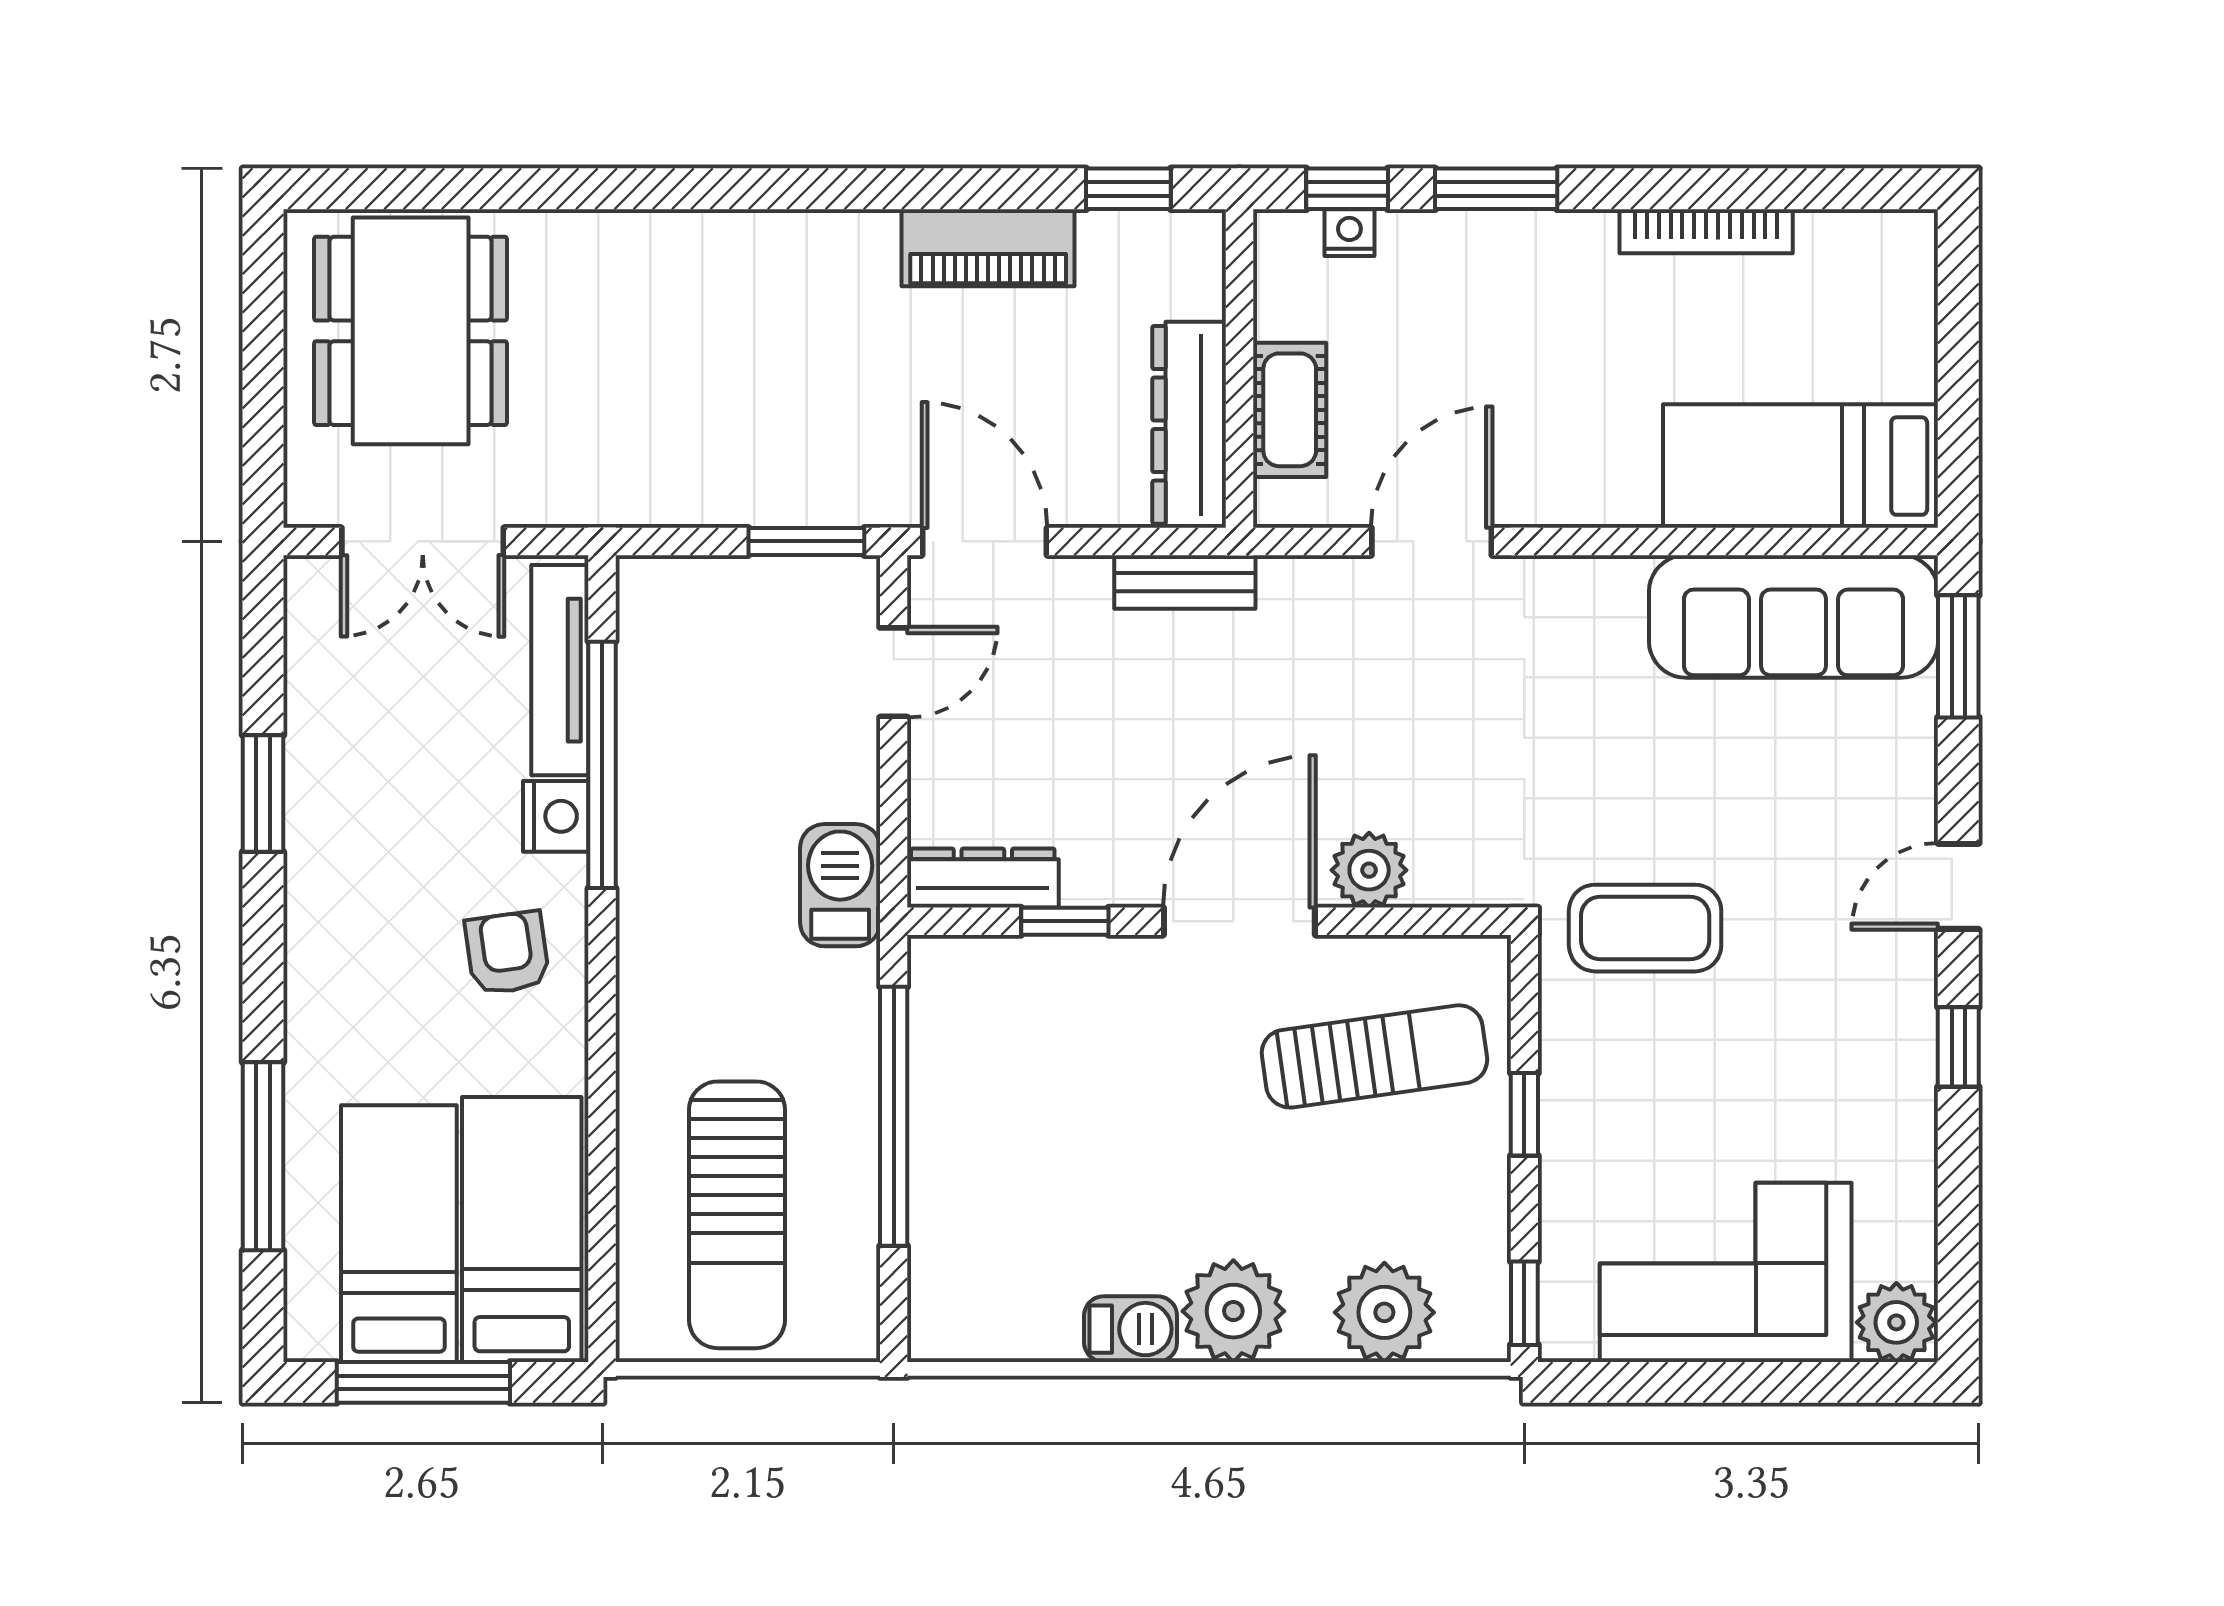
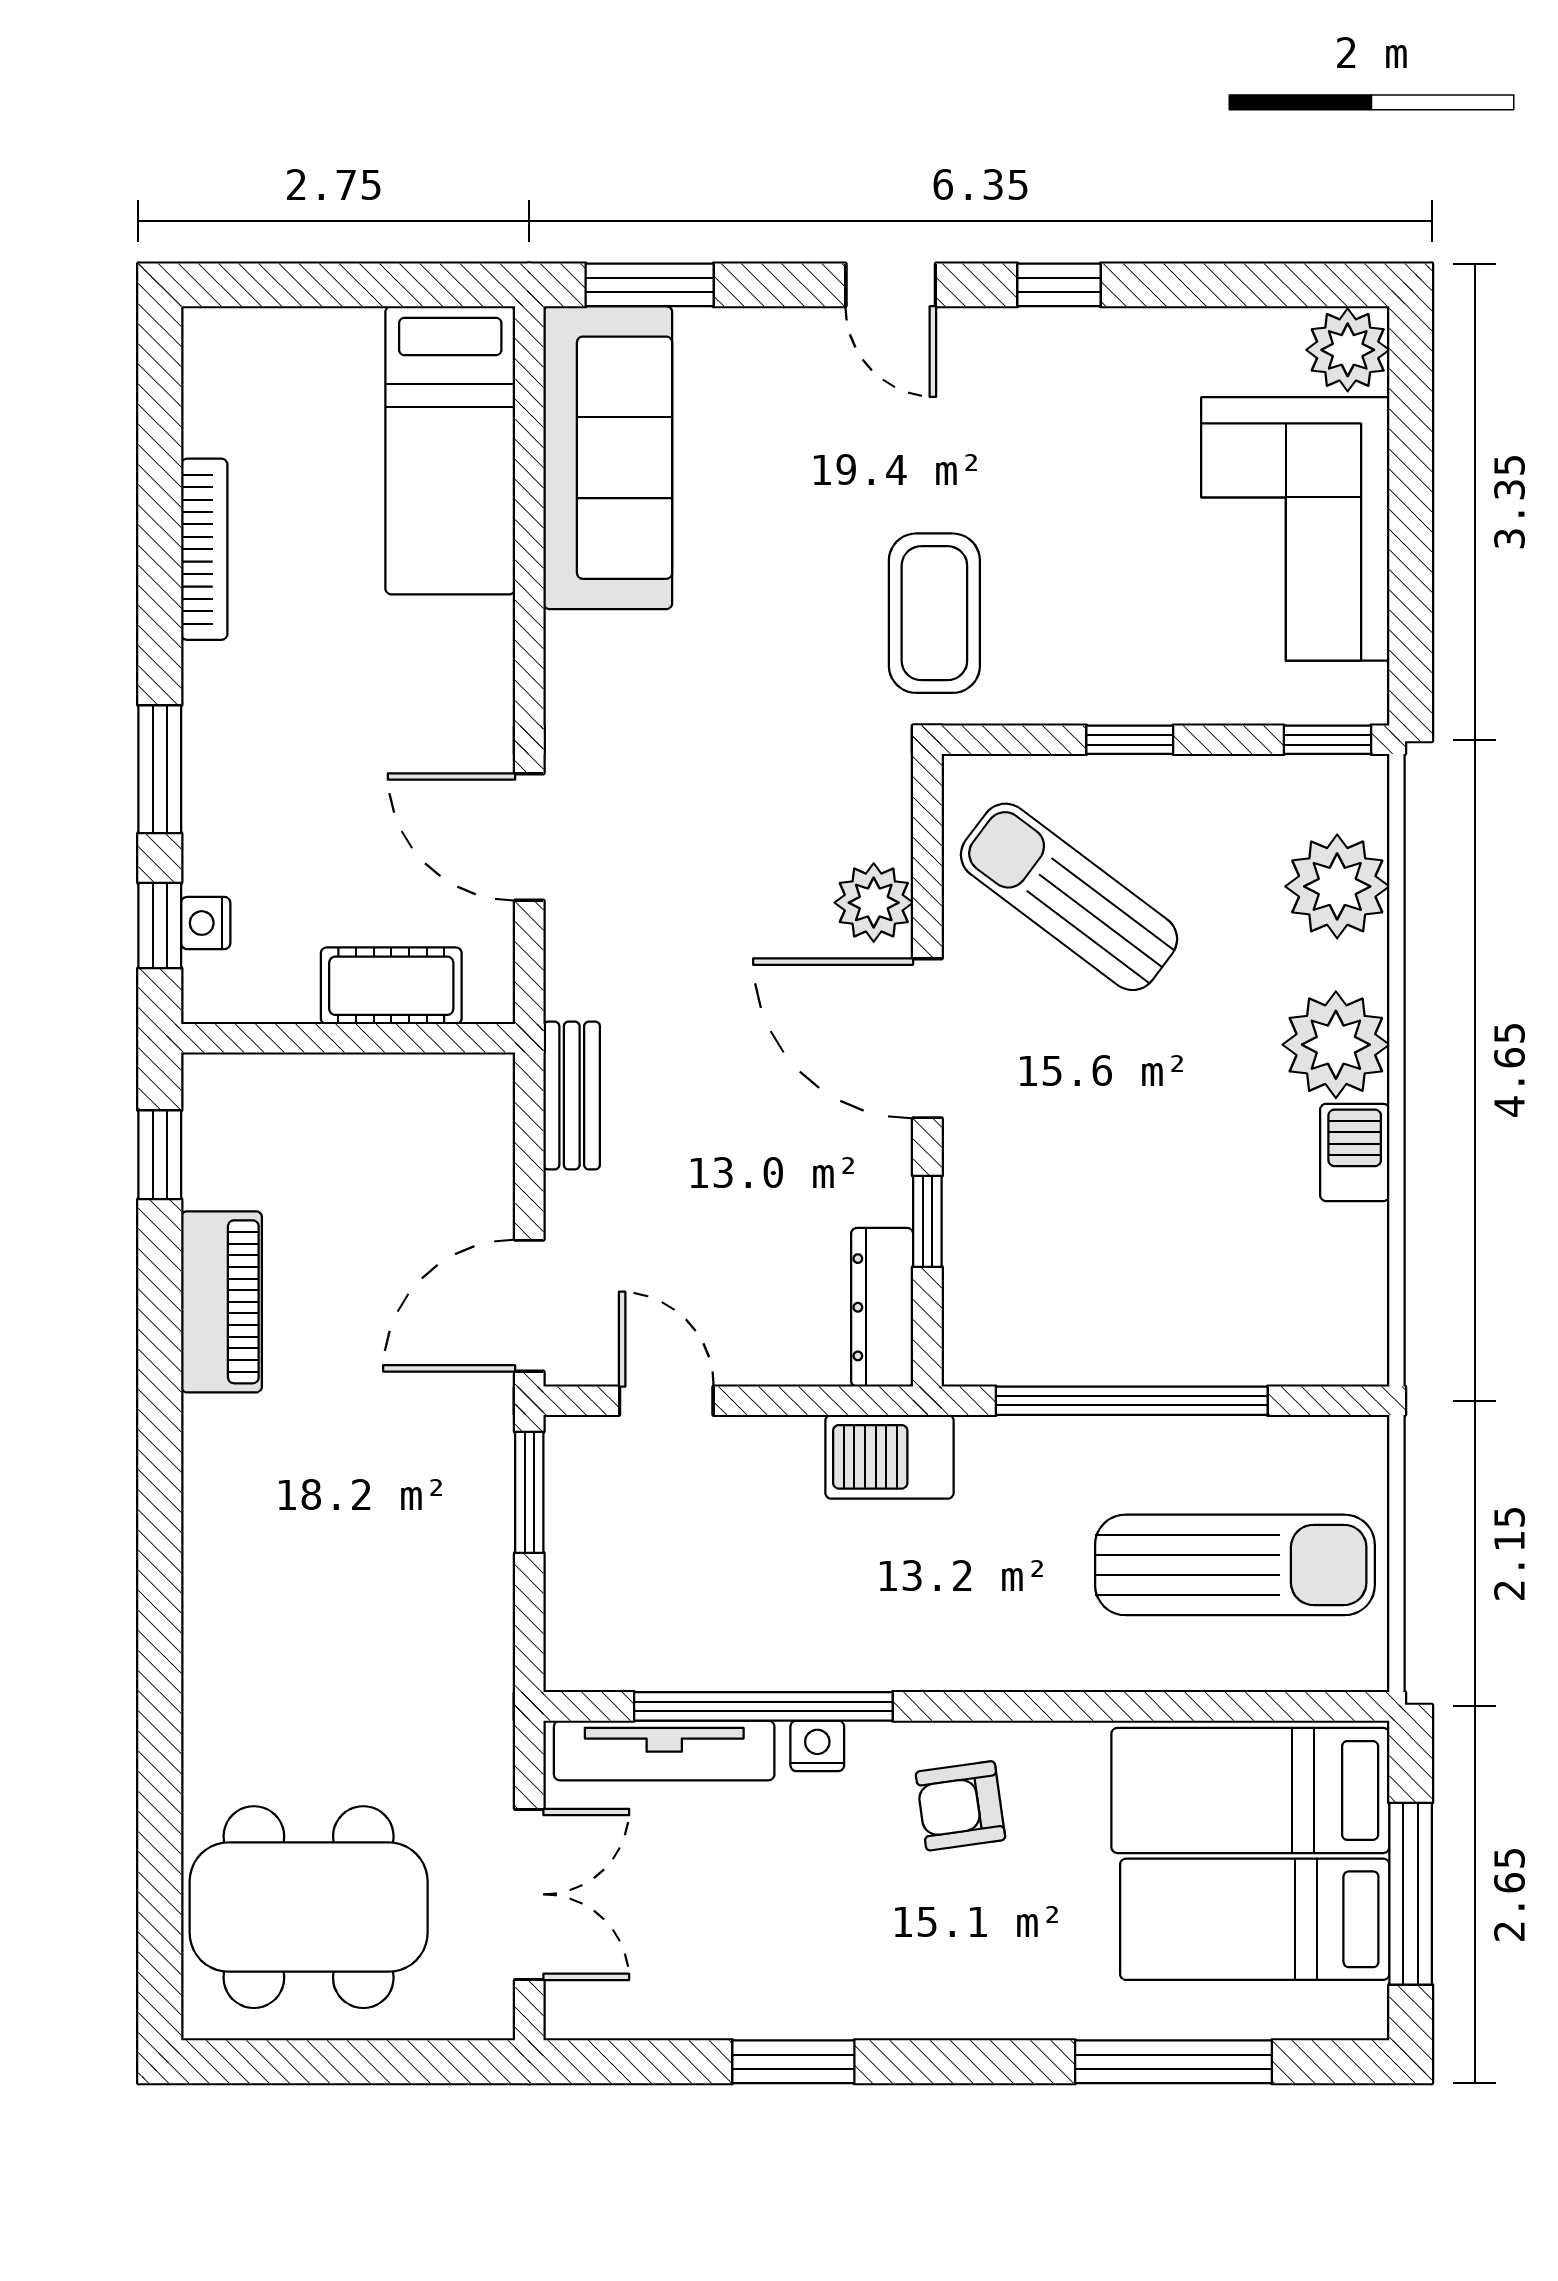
dresser: (1189, 425) -> (407, 1091), removed
nightstand: (556, 816) -> (817, 1746), width x0.72, depth x0.74
sun lounger: (1374, 1056) -> (1069, 897), turned -45

